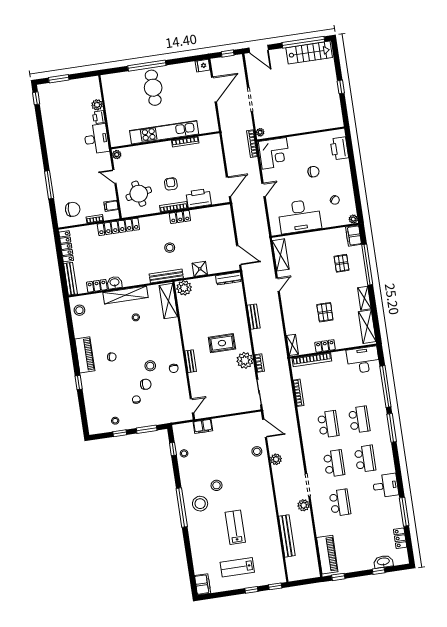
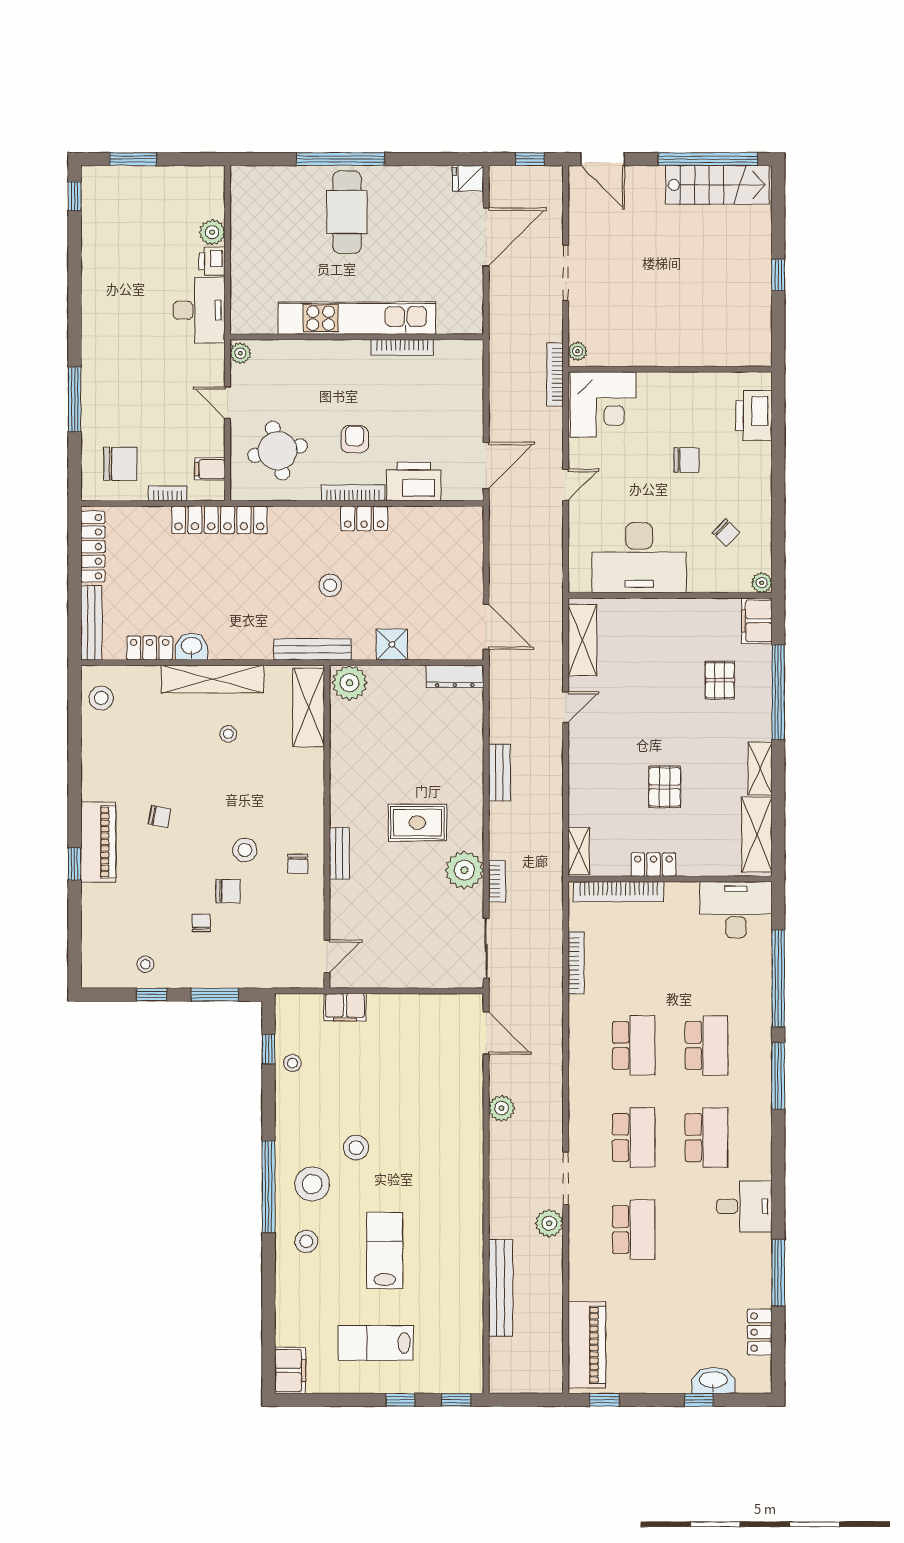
piano: (85, 355) -> (98, 842), moved
stool: (257, 451) -> (306, 1241), moved

